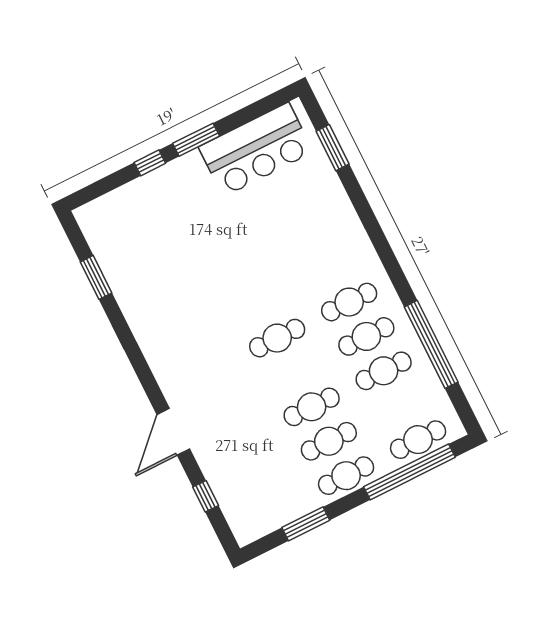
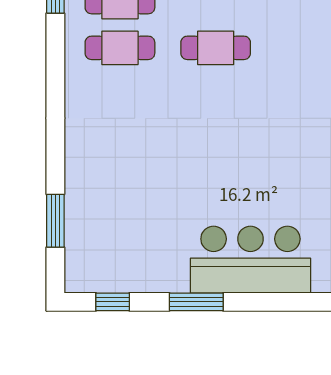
bar counter: (256, 149) -> (250, 260), moved
window: (150, 163) -> (113, 302), moved

